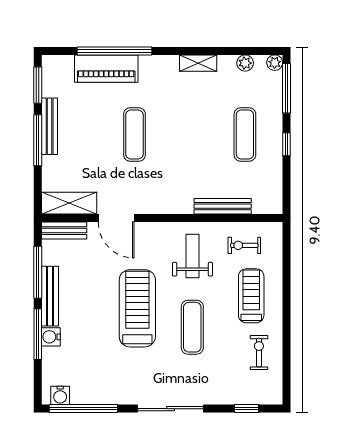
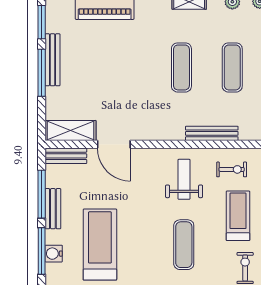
exercise mat: (134, 135) -> (181, 67), moved
exercise bike: (244, 245) -> (232, 169), turned 180
bench: (50, 296) -> (53, 209), width x0.73
treadmill: (137, 308) -> (100, 245), moved

